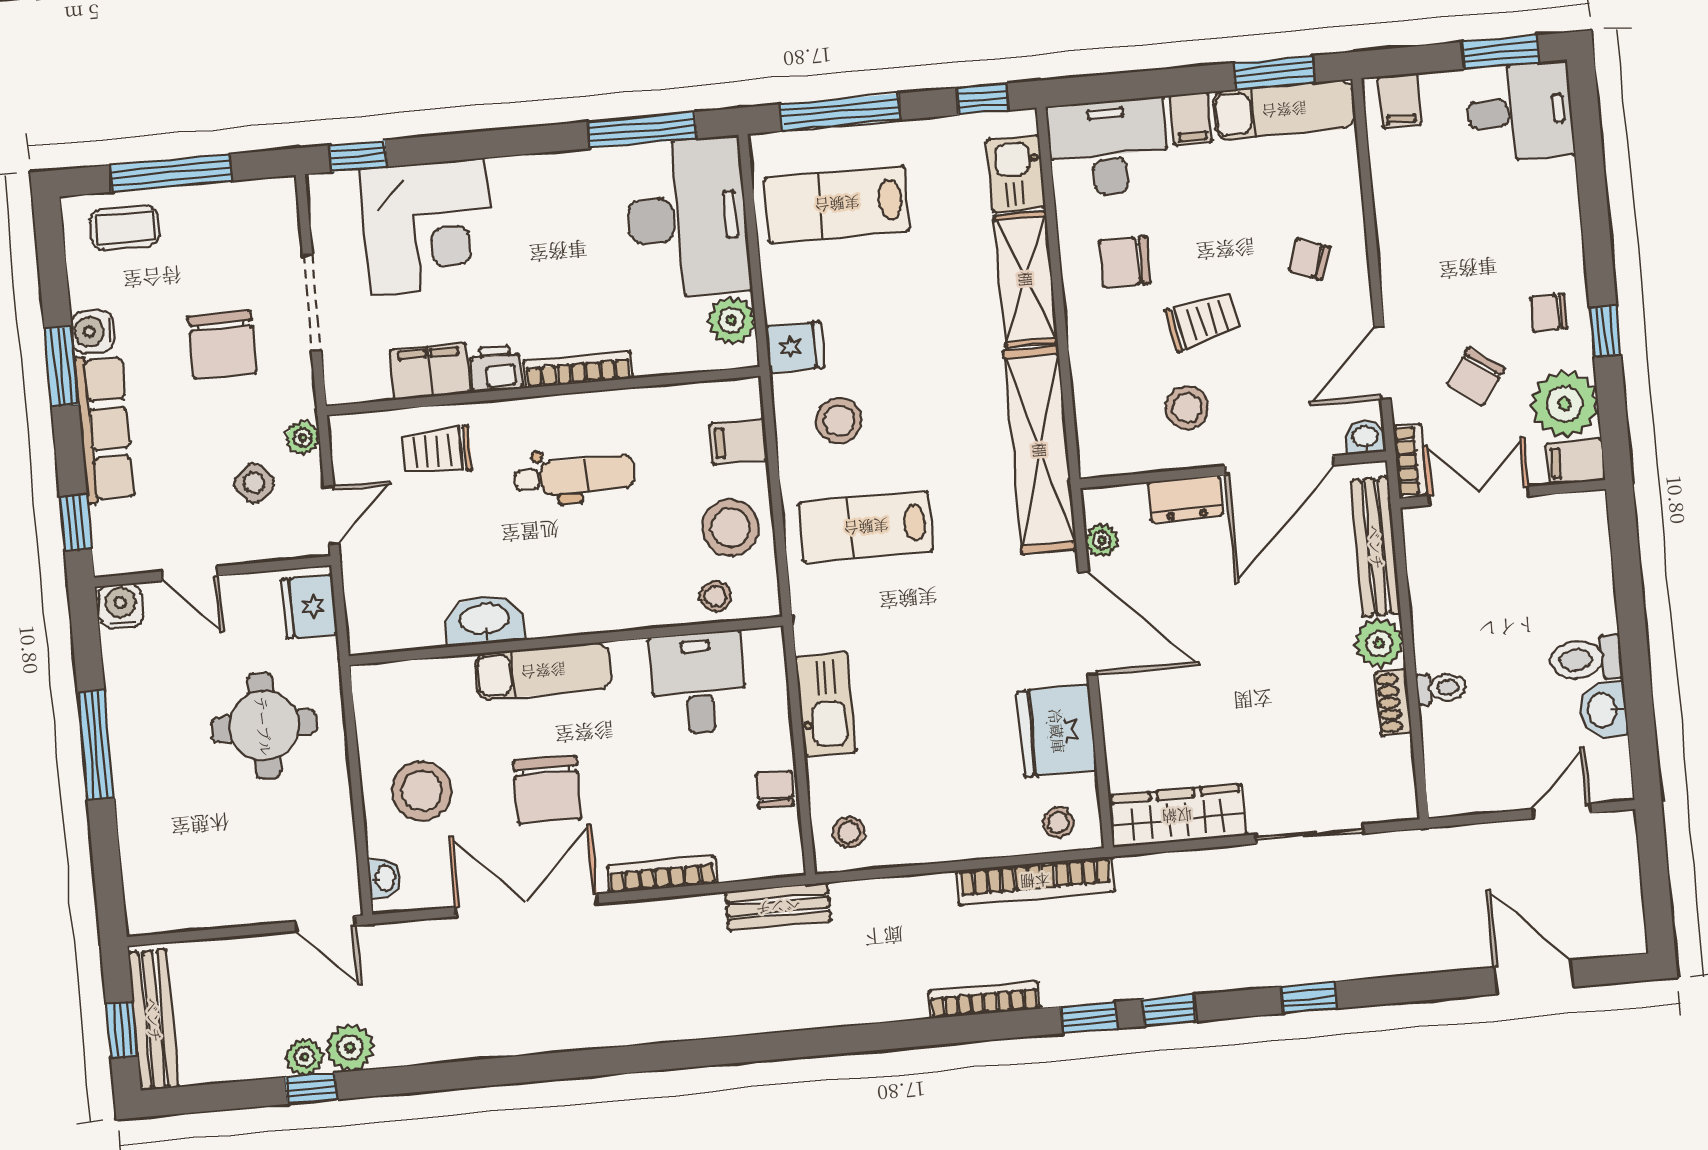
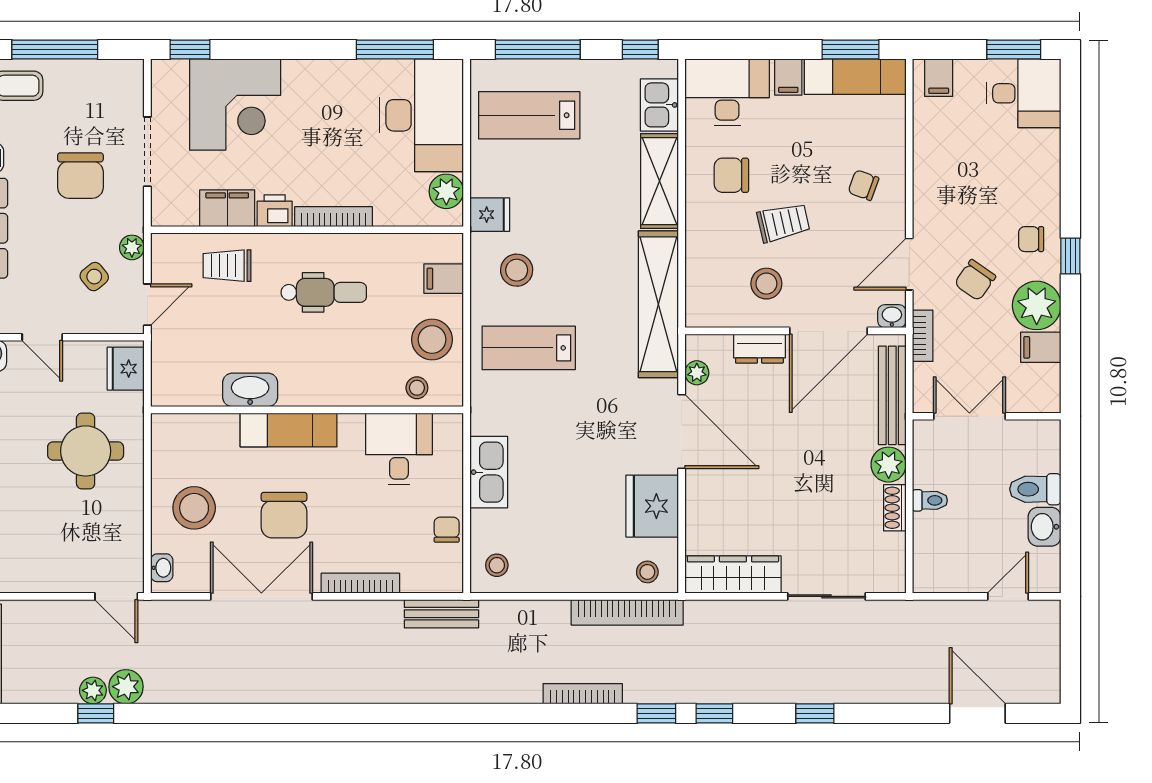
wall: (1503, 494) -> (987, 416), moved
double door: (1479, 496) -> (969, 416), moved

